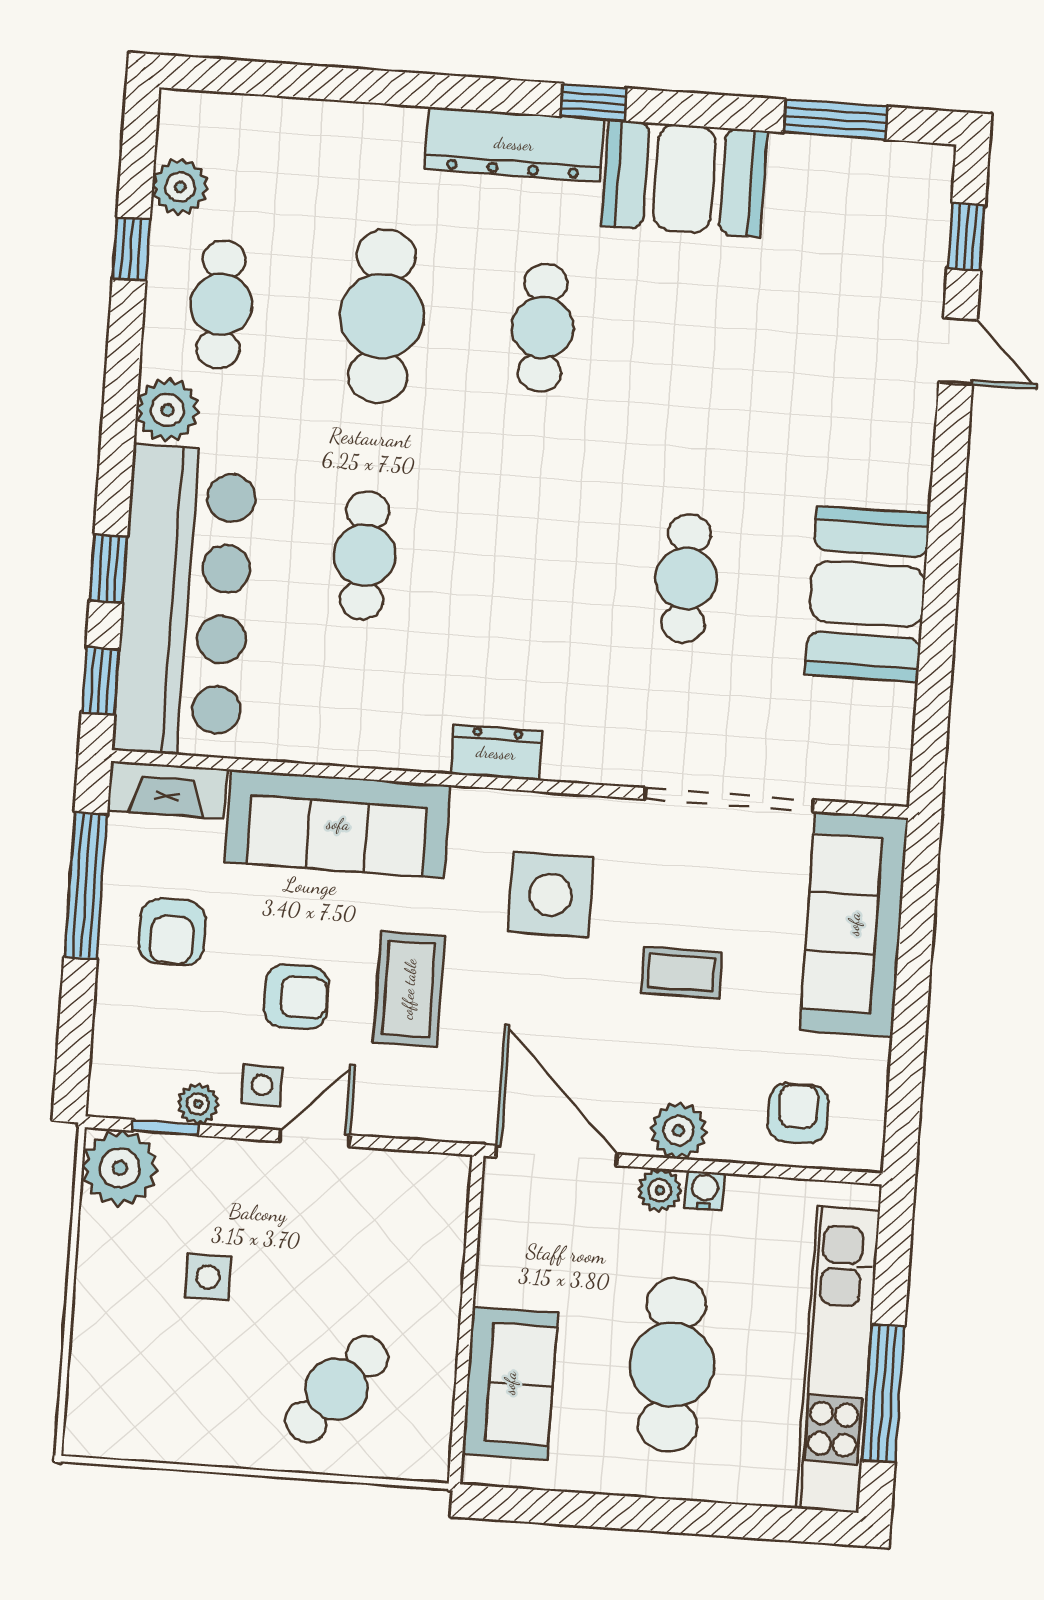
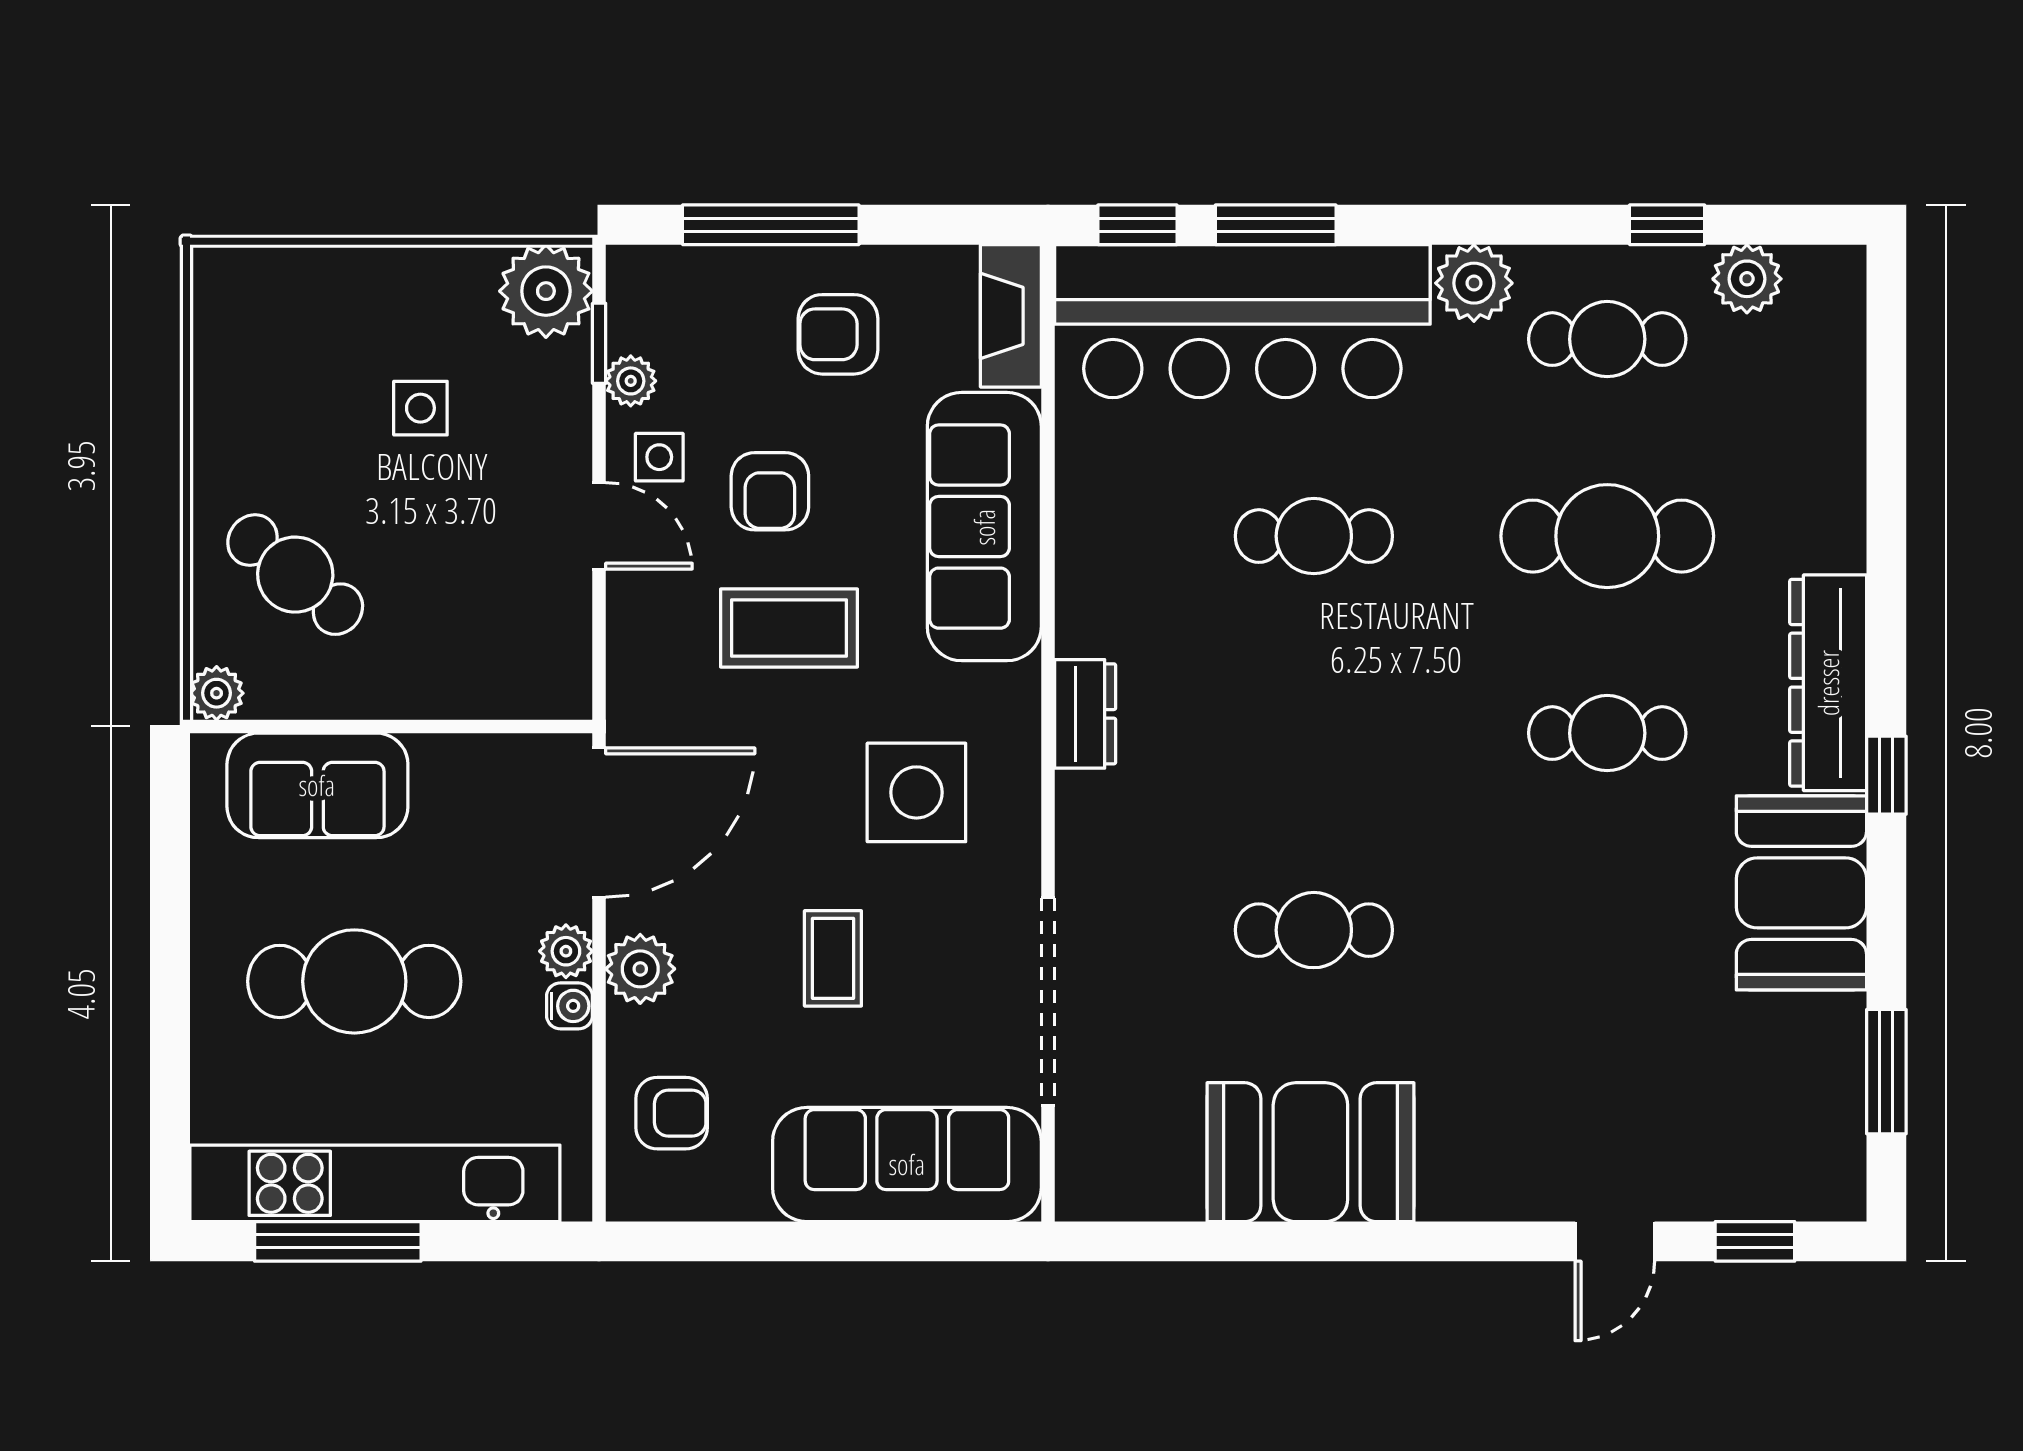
window: (108, 568) -> (1276, 225), width x1.50
window: (86, 886) -> (771, 225), moved
plant: (429, 1460) -> (217, 693), added

